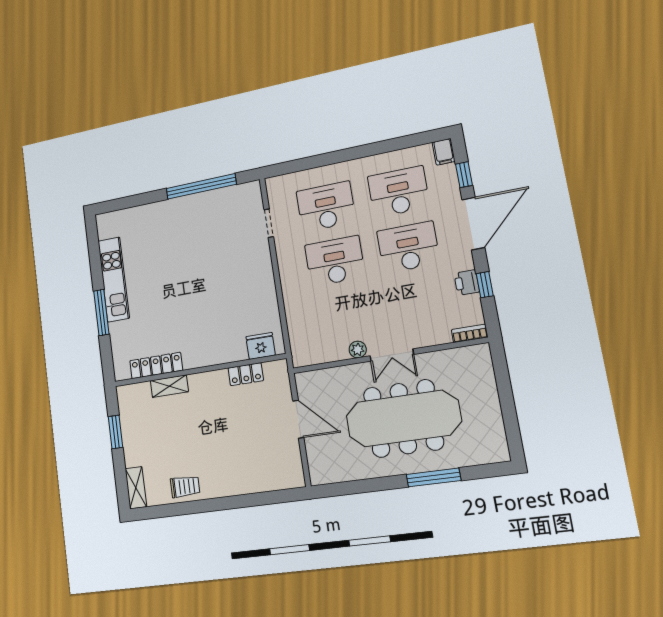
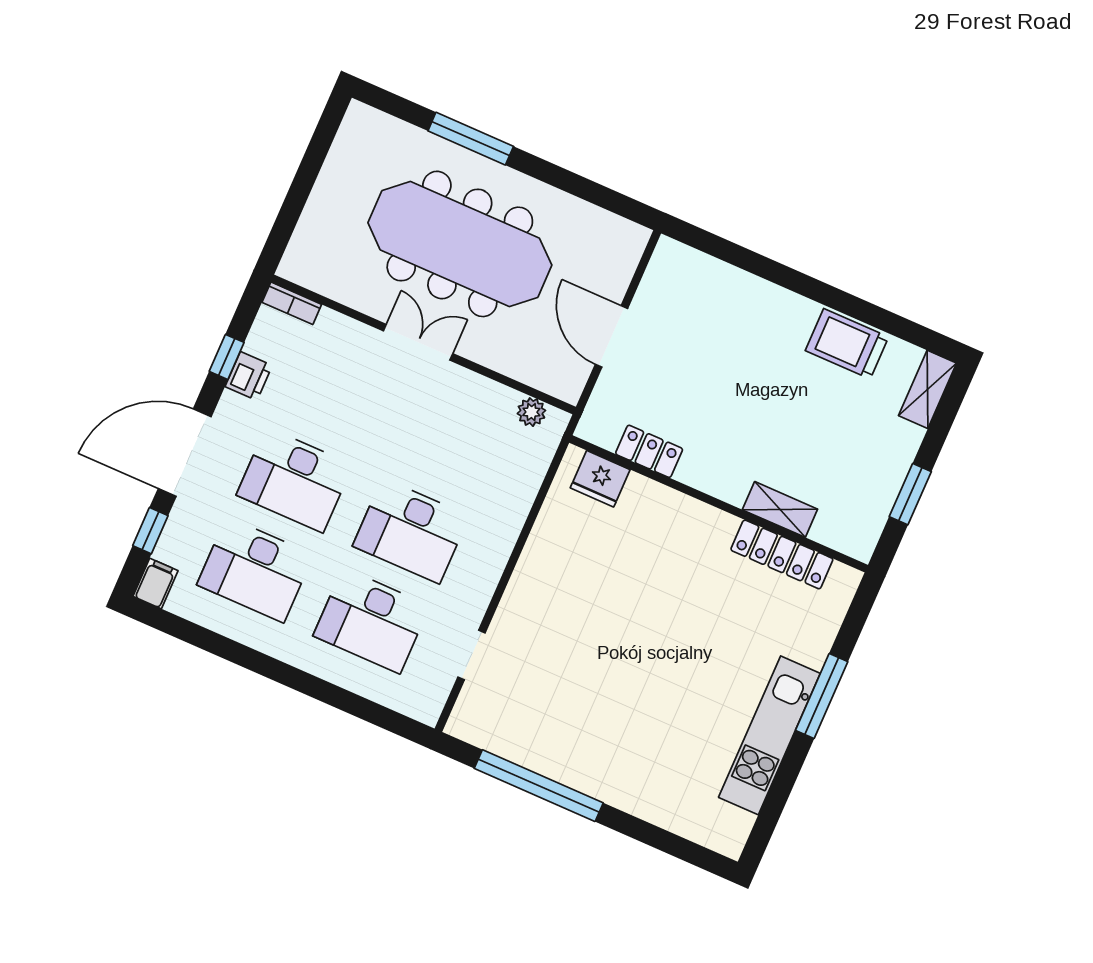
plant: (358, 349) -> (531, 412), moved
trolley: (185, 487) -> (847, 344), width x1.36, depth x1.39

